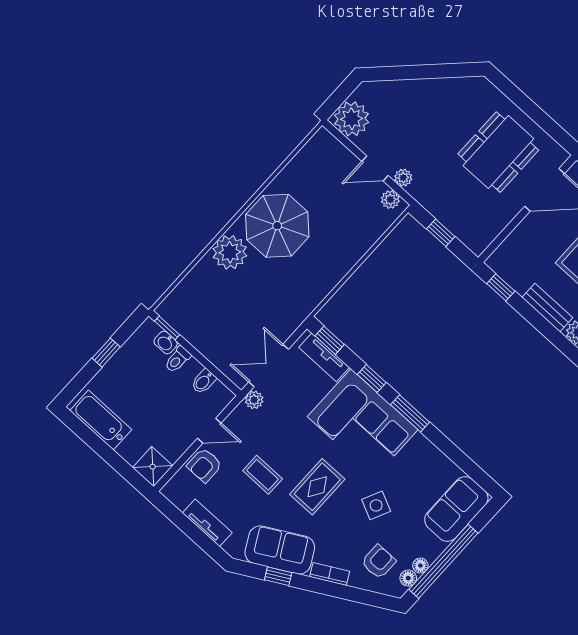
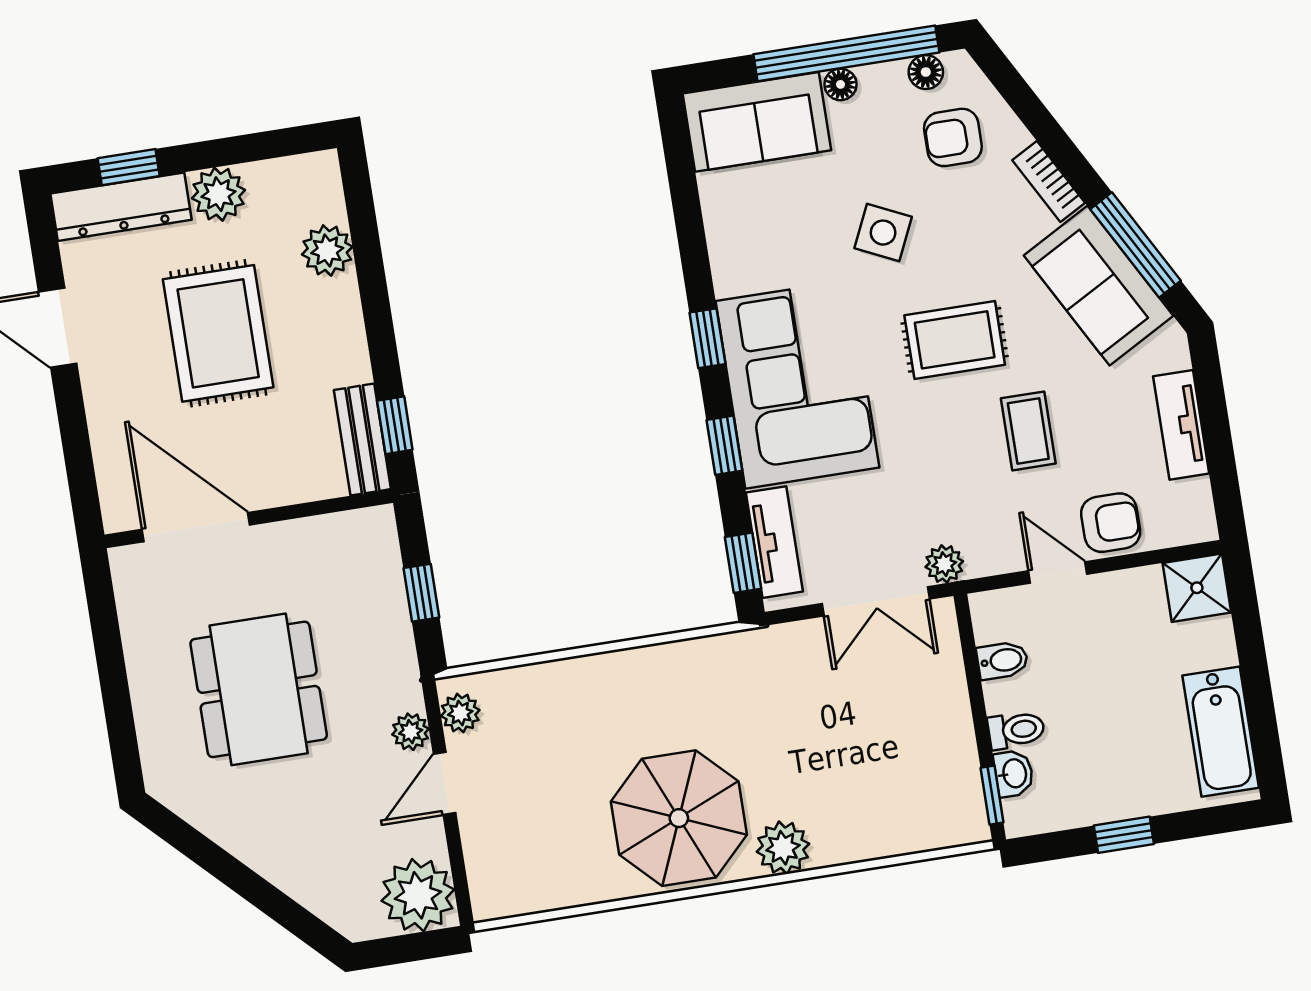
dining table: (498, 152) -> (259, 689), moved, turned 90
door: (375, 168) -> (445, 784), swing flipped
plant: (230, 252) -> (783, 848), width x0.73, depth x0.73
bench: (547, 308) -> (362, 440), moved
window: (410, 413) -> (707, 338), width x0.67
floor lamp: (420, 566) -> (840, 84), moved
window: (278, 576) -> (1135, 245), width x2.17

